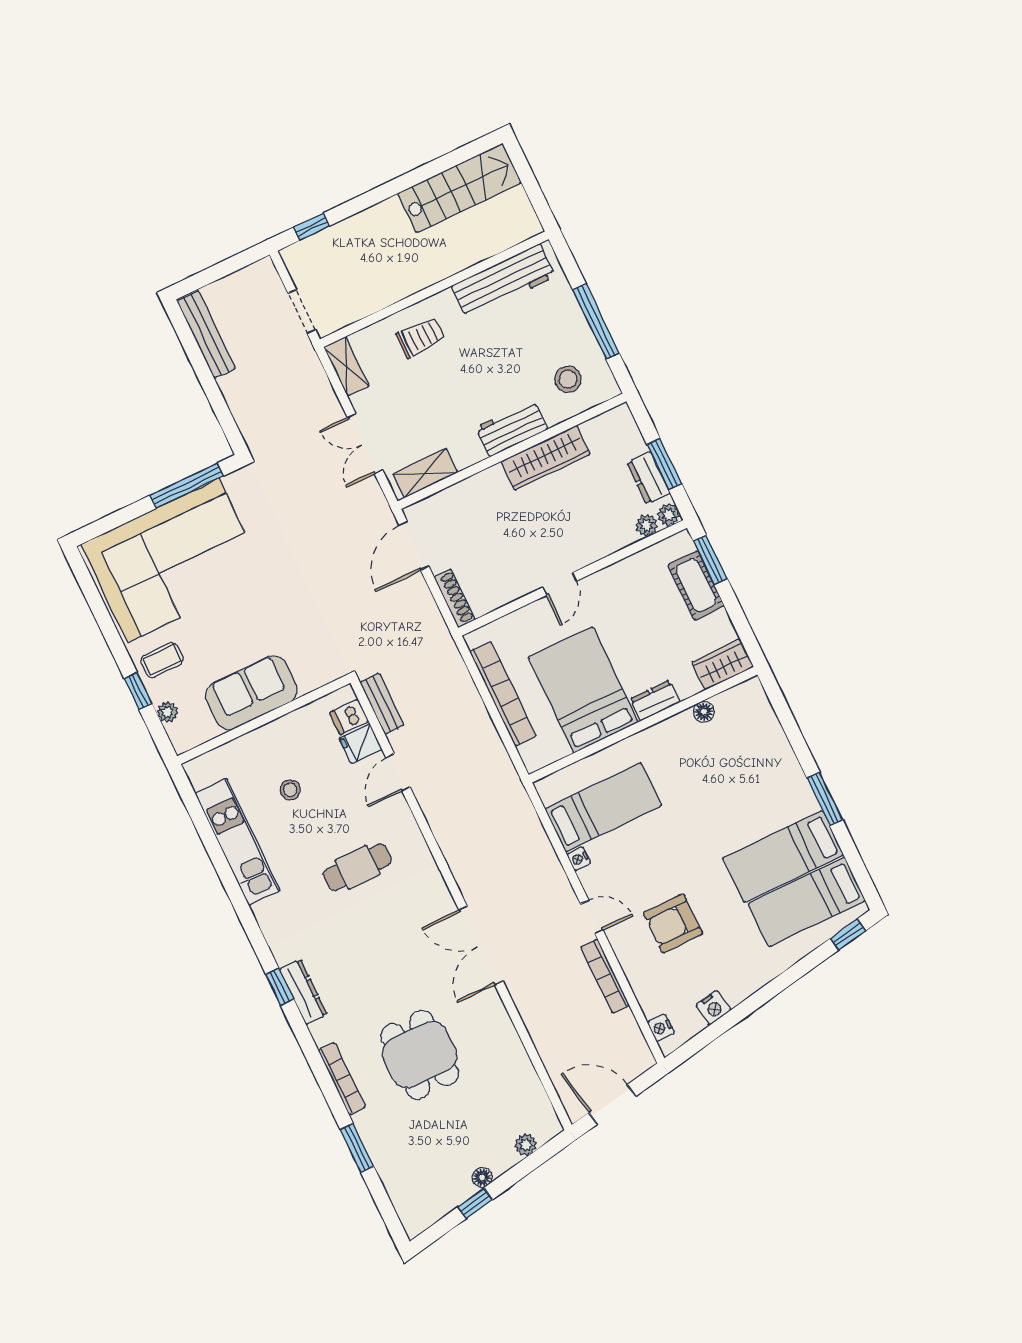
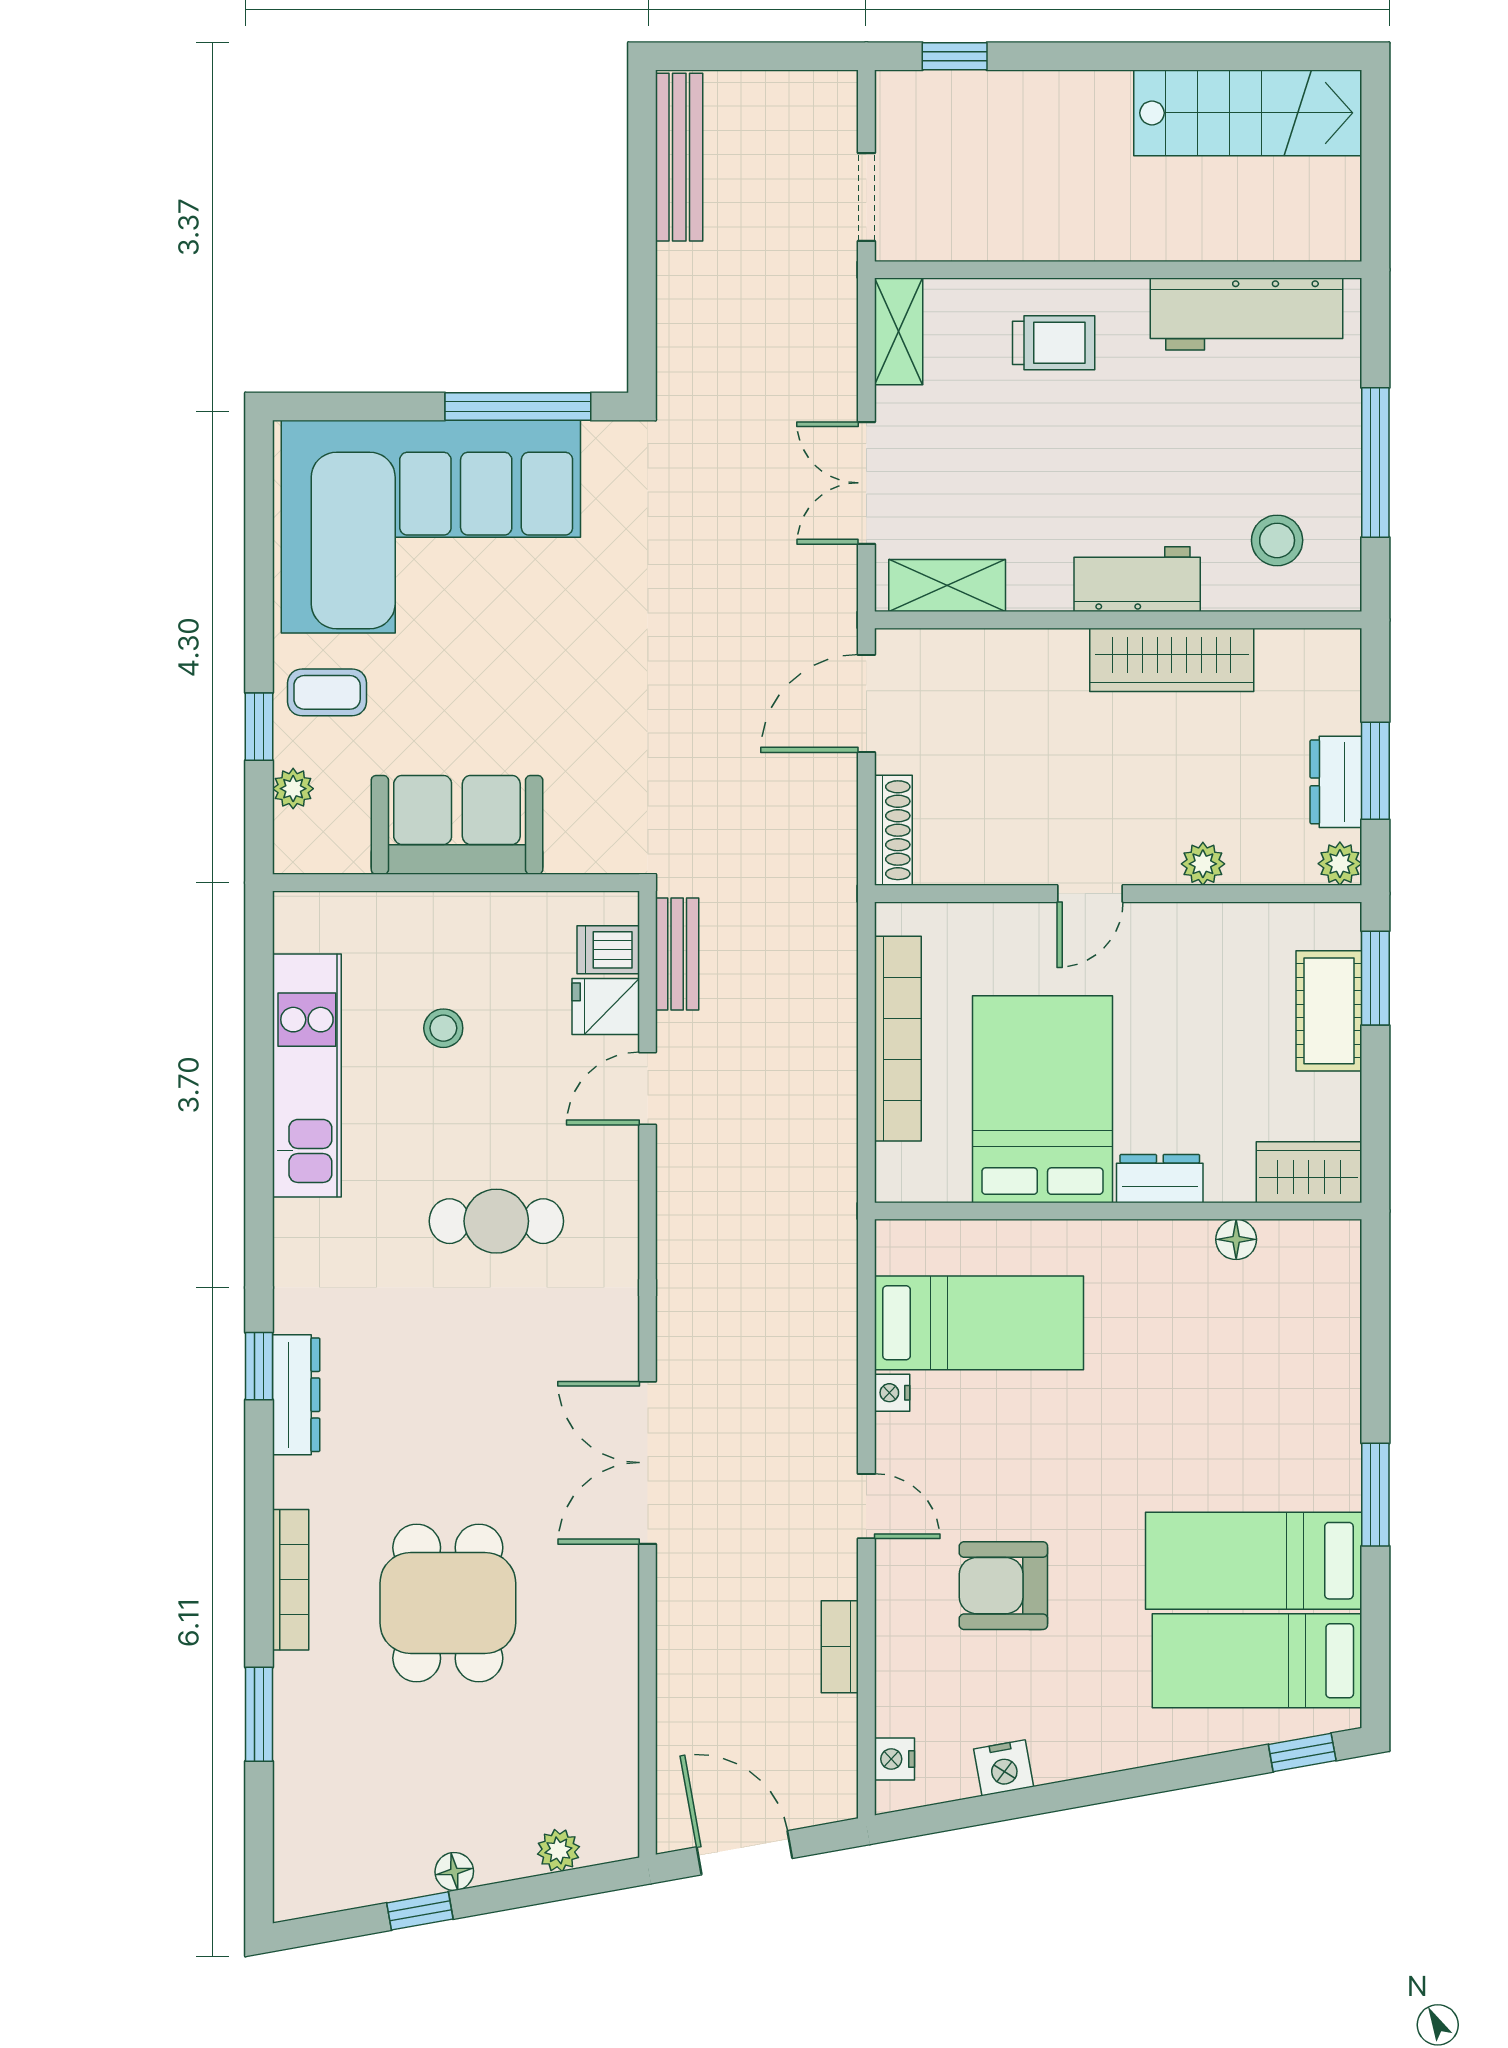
plant: (646, 525) -> (1203, 864), moved
bookcase: (605, 976) -> (840, 1647), width x0.64

